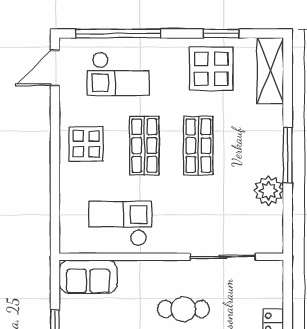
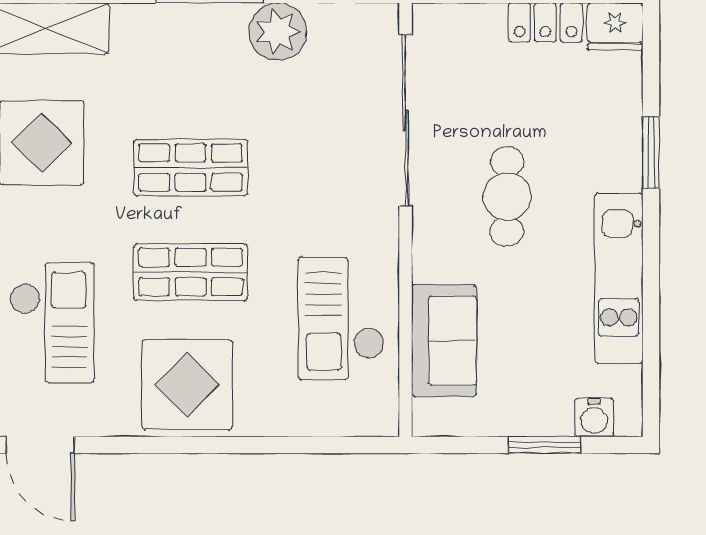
display table: (86, 144) -> (187, 385), width x1.36, depth x1.36
sliding door: (223, 257) -> (406, 120), width x1.36
sofa: (88, 277) -> (444, 341), moved

